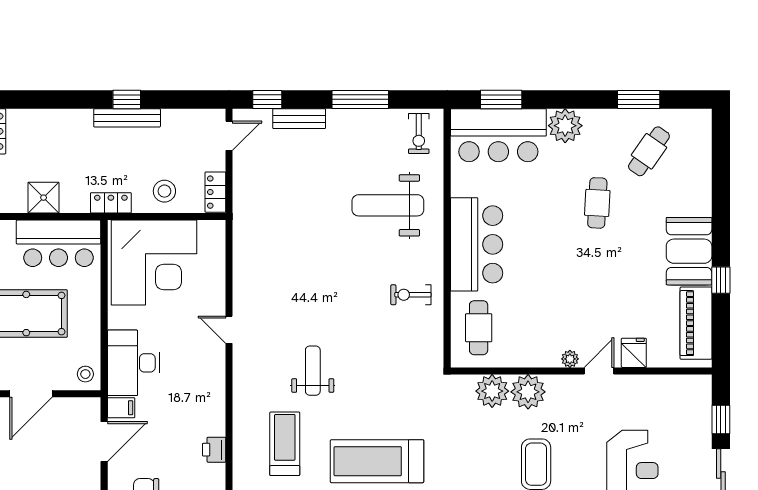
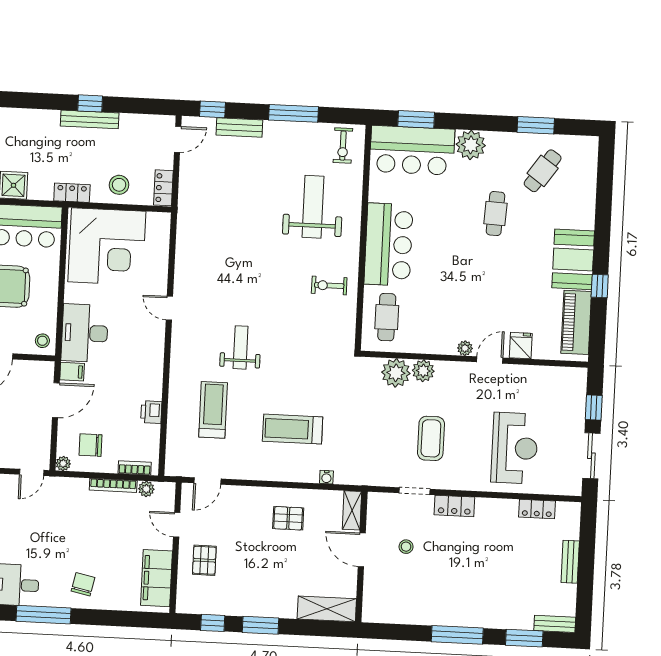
weight bench: (388, 205) -> (313, 207), turned 90
plant: (528, 392) -> (423, 371), width x0.73, depth x0.73
treadmill: (377, 461) -> (293, 429), width x0.73, depth x0.73

